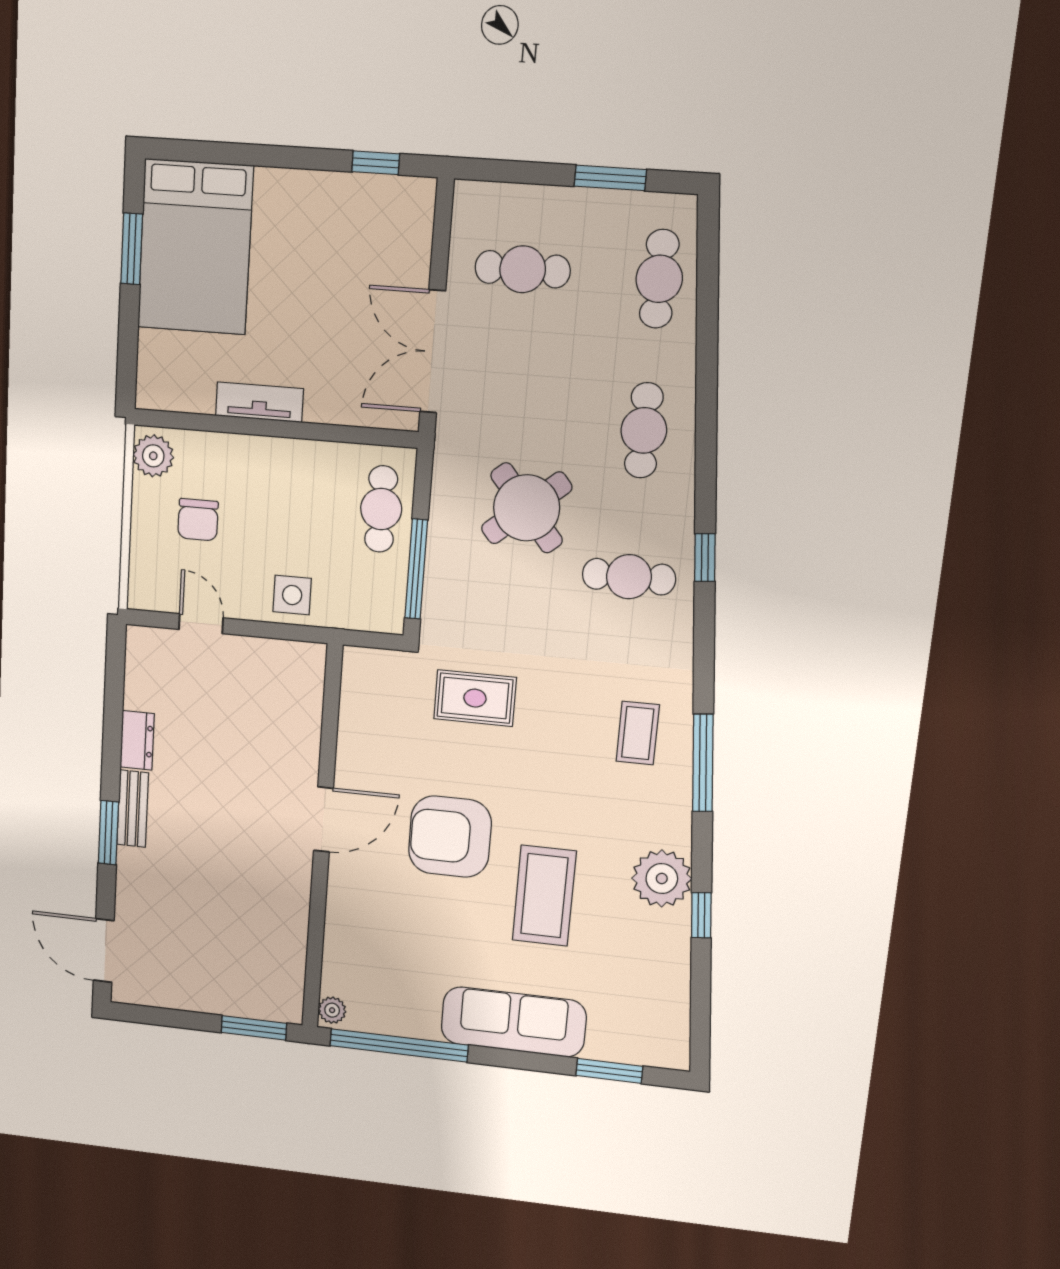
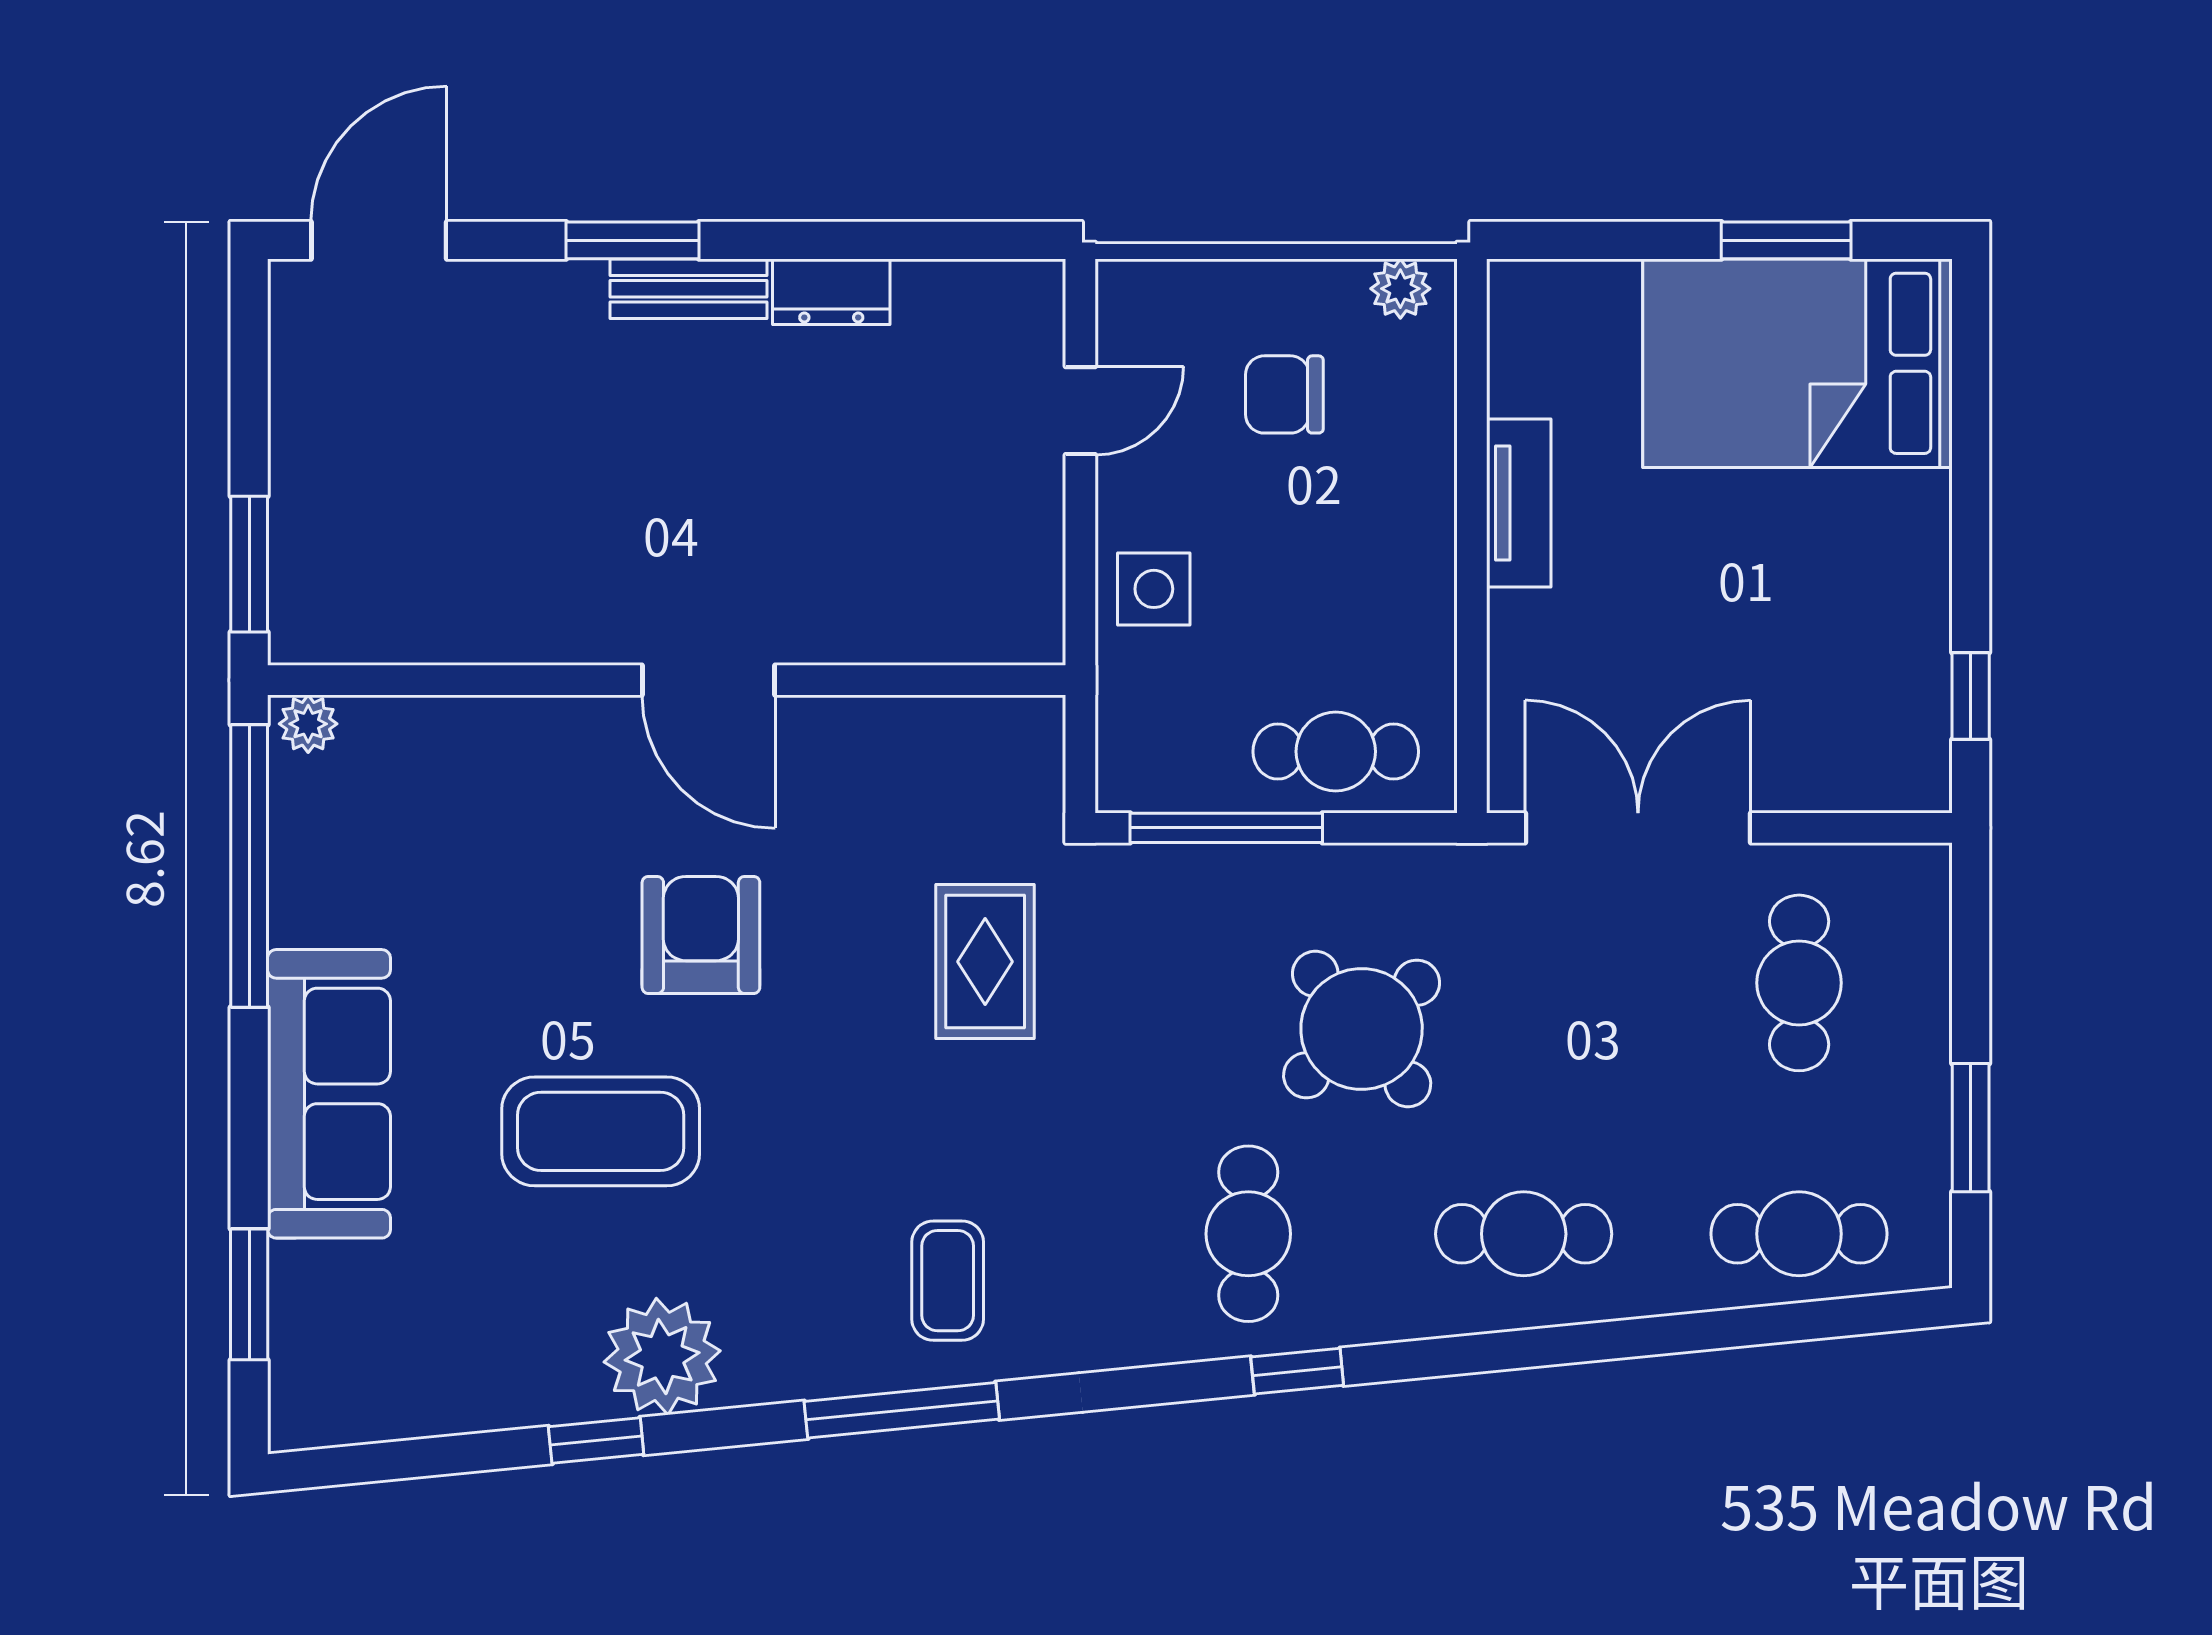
plant: (153, 456) -> (1400, 289), width x0.73, depth x0.73
coffee table: (638, 733) -> (948, 1281), turned 90
armchair: (450, 837) -> (701, 935), width x0.73, depth x0.73

